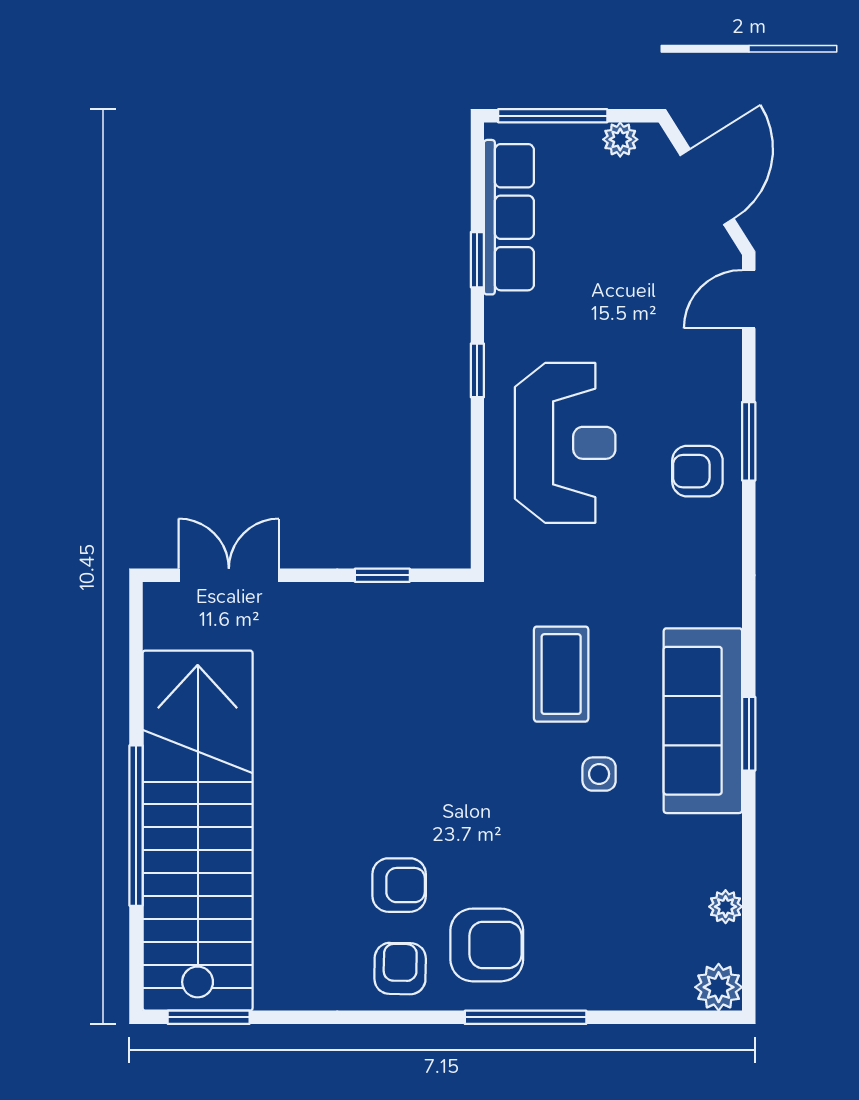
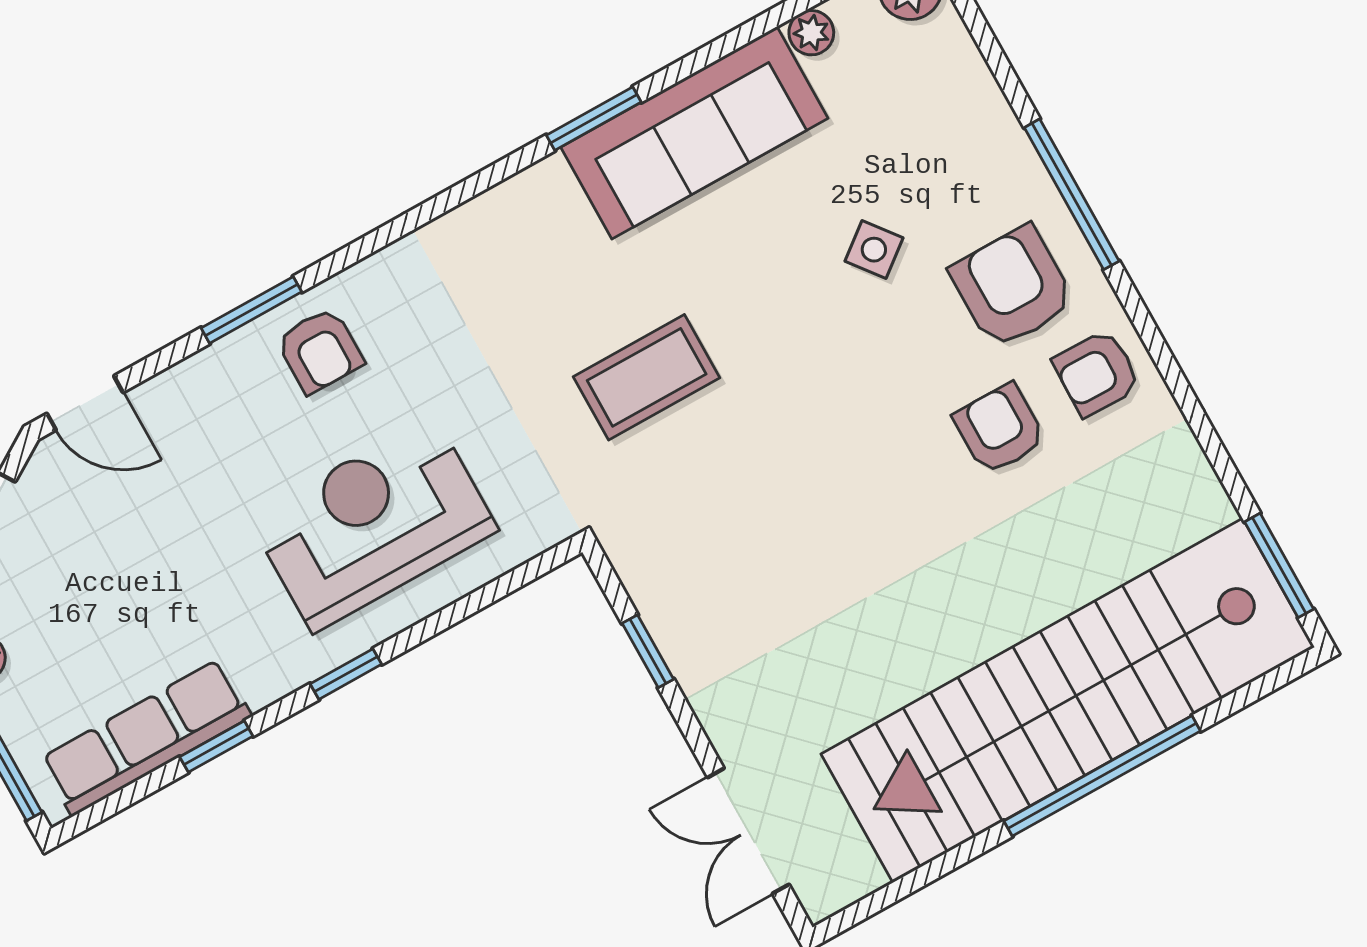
sofa: (703, 721) -> (694, 133), moved
side table: (599, 774) -> (874, 250), moved, turned -38

